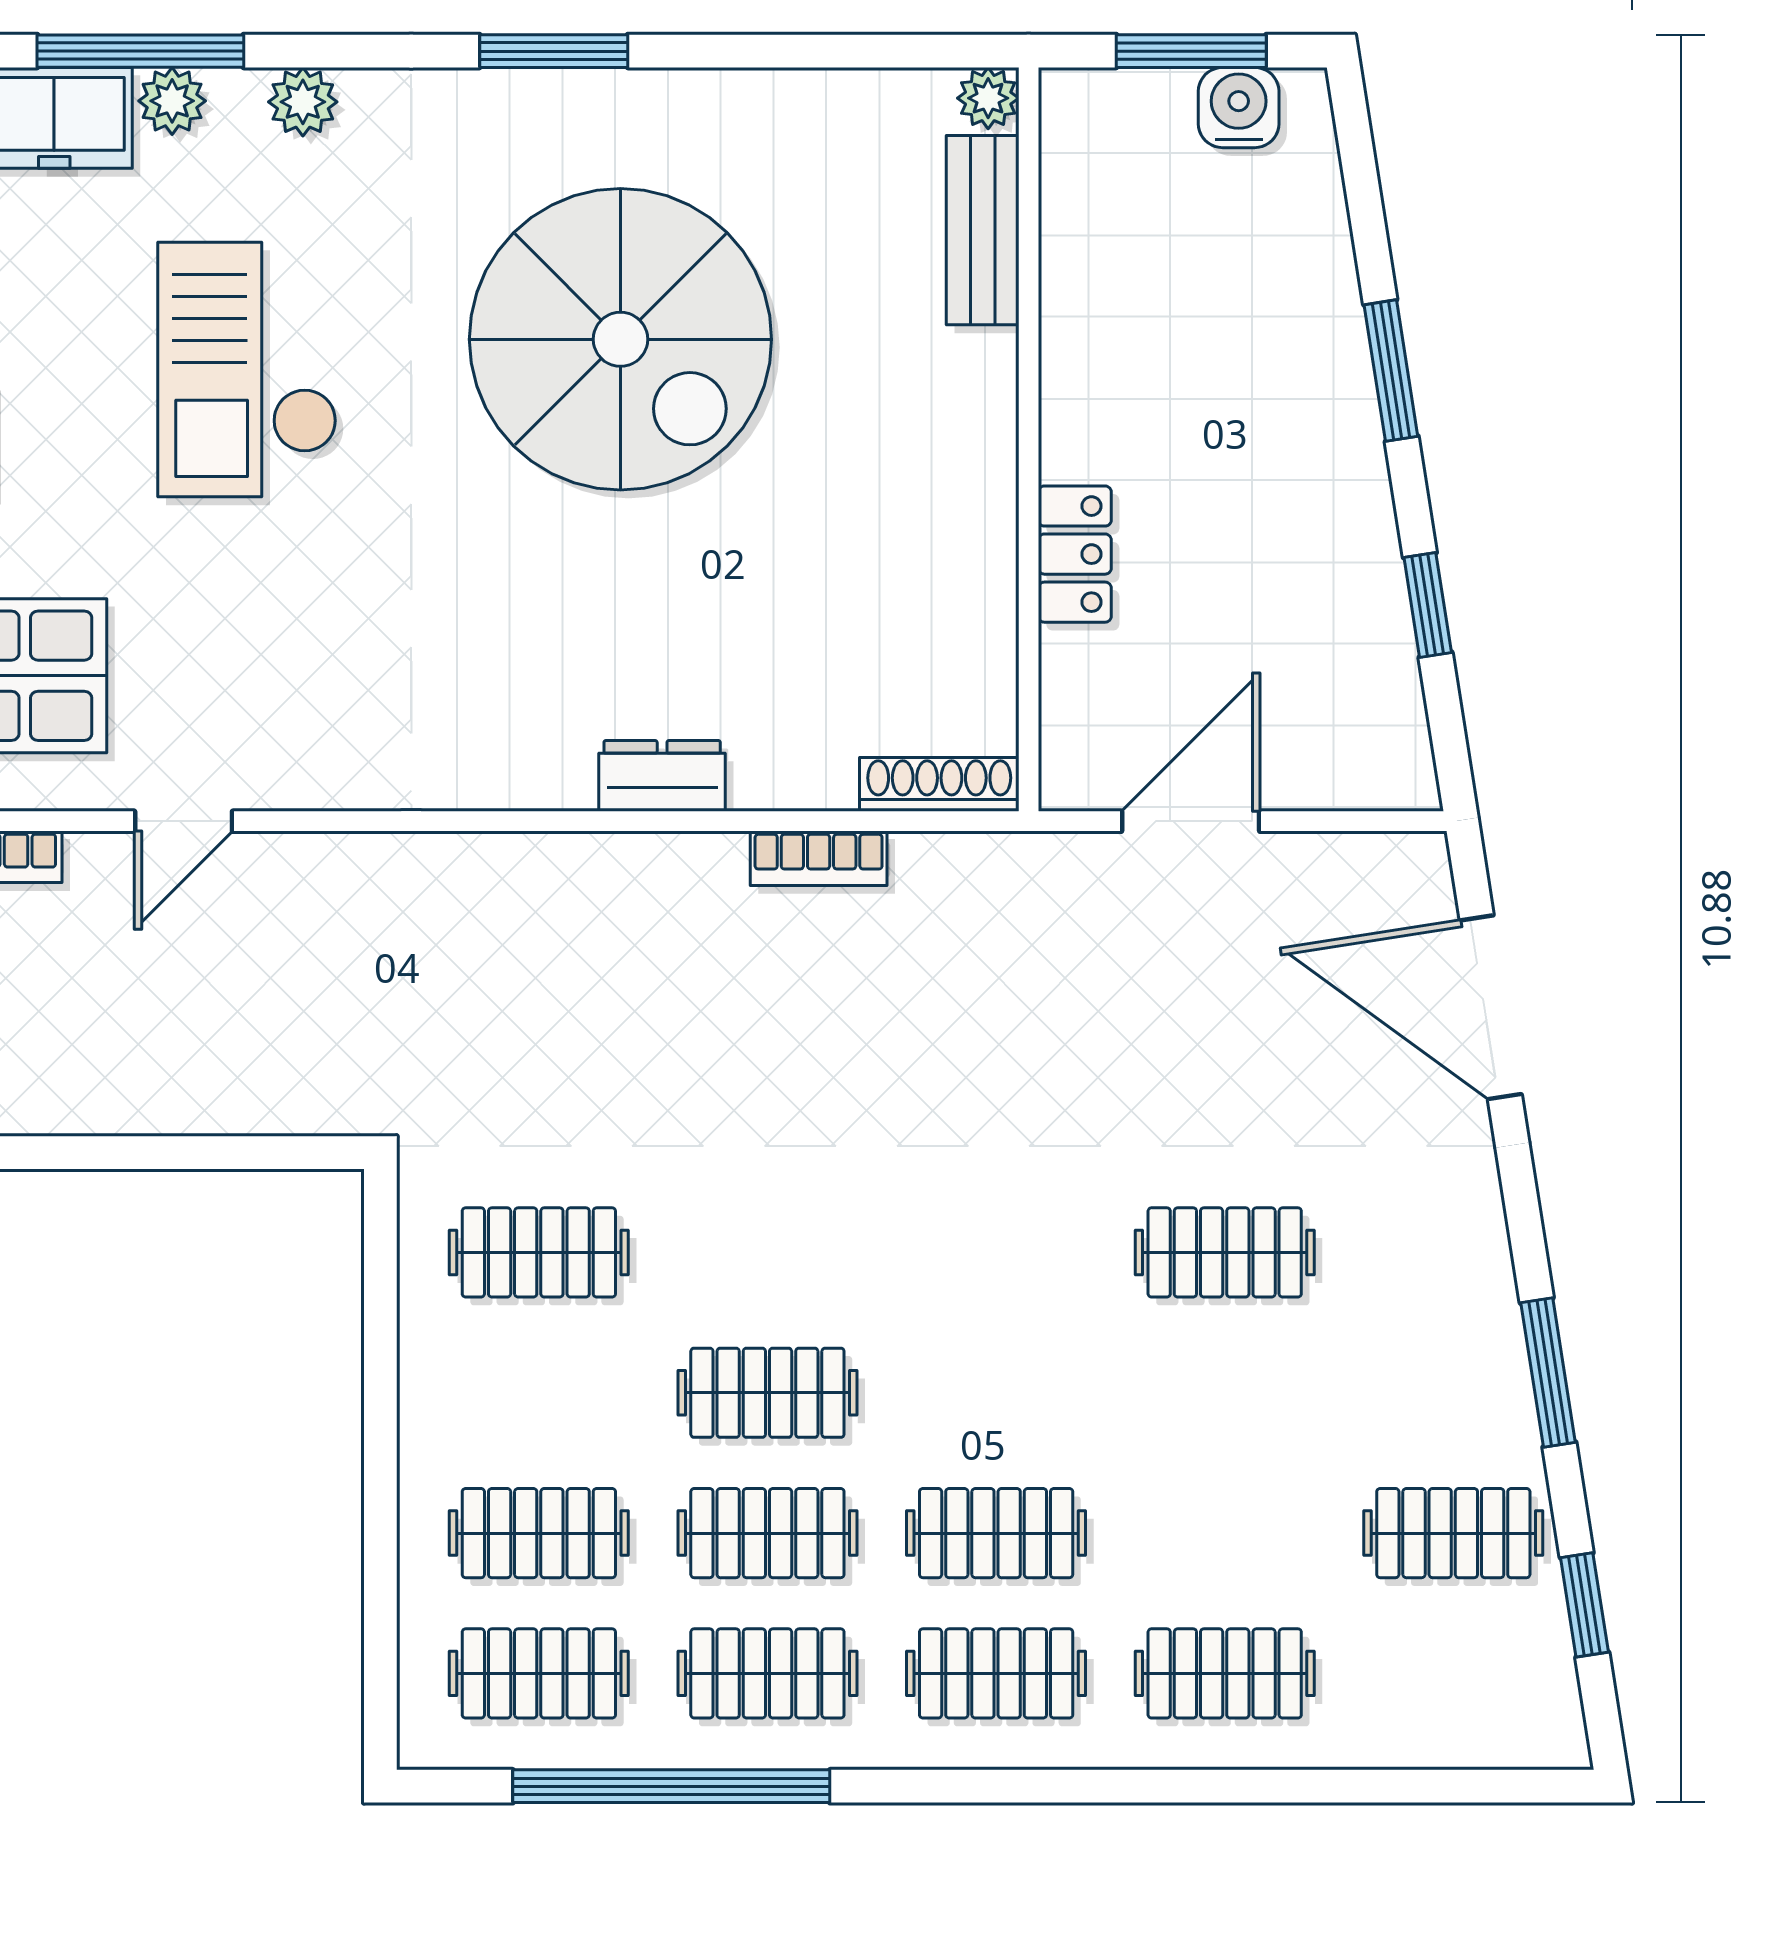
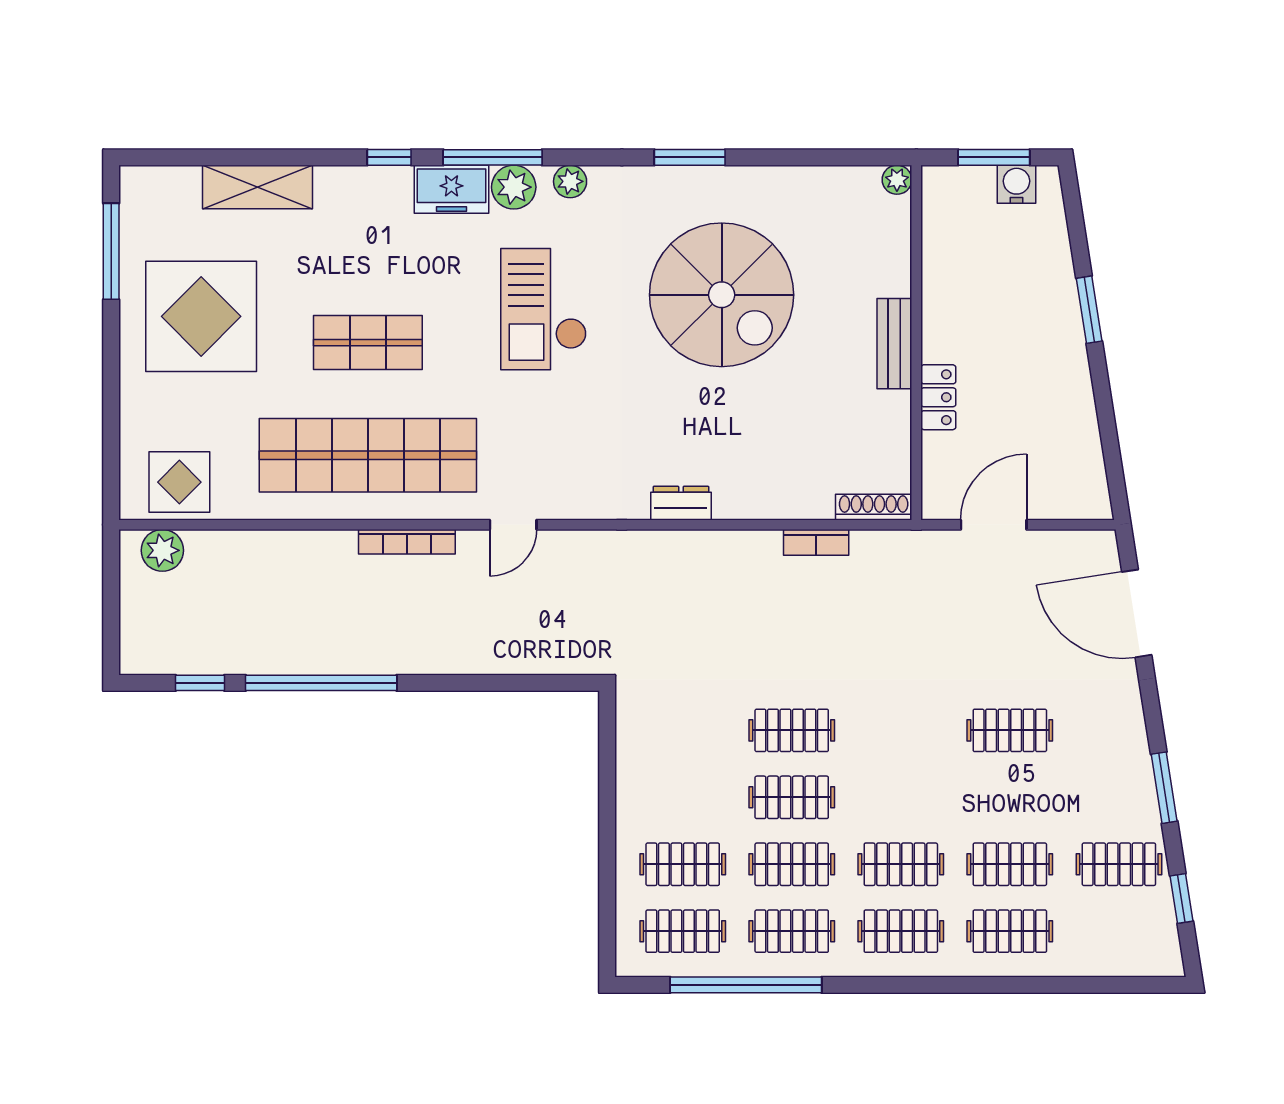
plant: (172, 101) -> (514, 187), width x1.38, depth x1.38
bench: (983, 230) -> (894, 344), moved
window: (1428, 605) -> (1107, 422), removed
dresser: (662, 776) -> (681, 503), moved
clothes rail: (539, 1252) -> (792, 730), moved
clothes rail: (1225, 1533) -> (1010, 864), added

